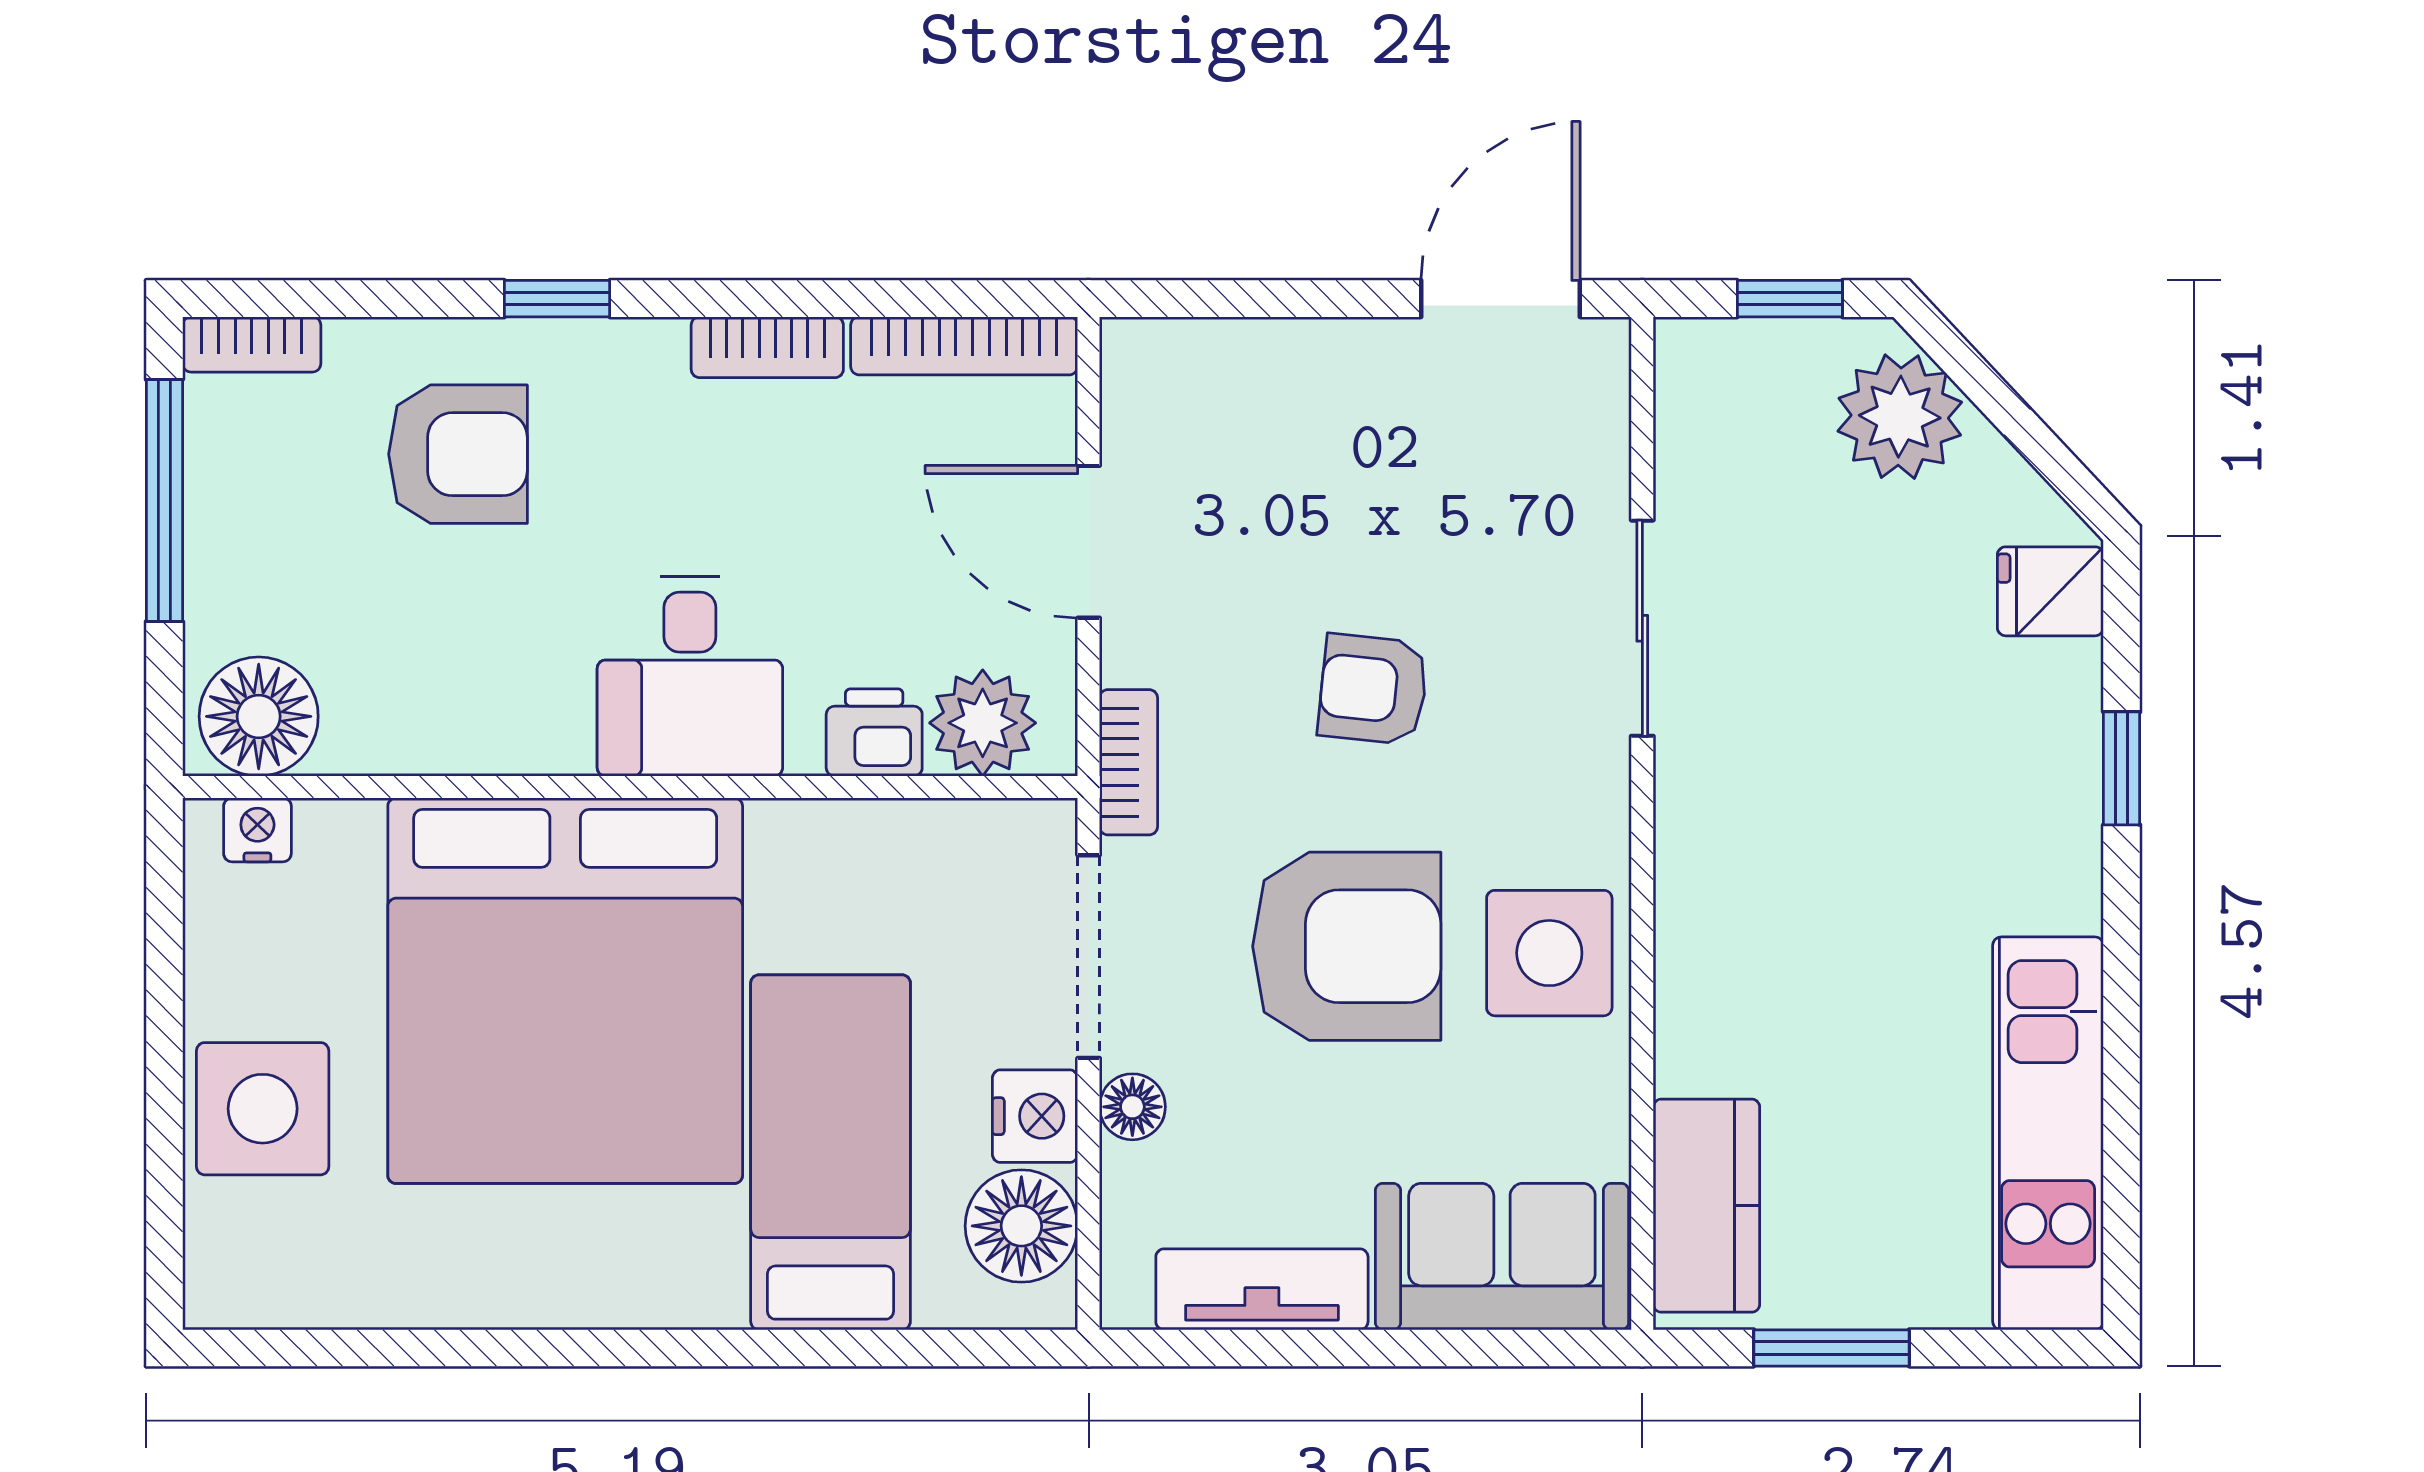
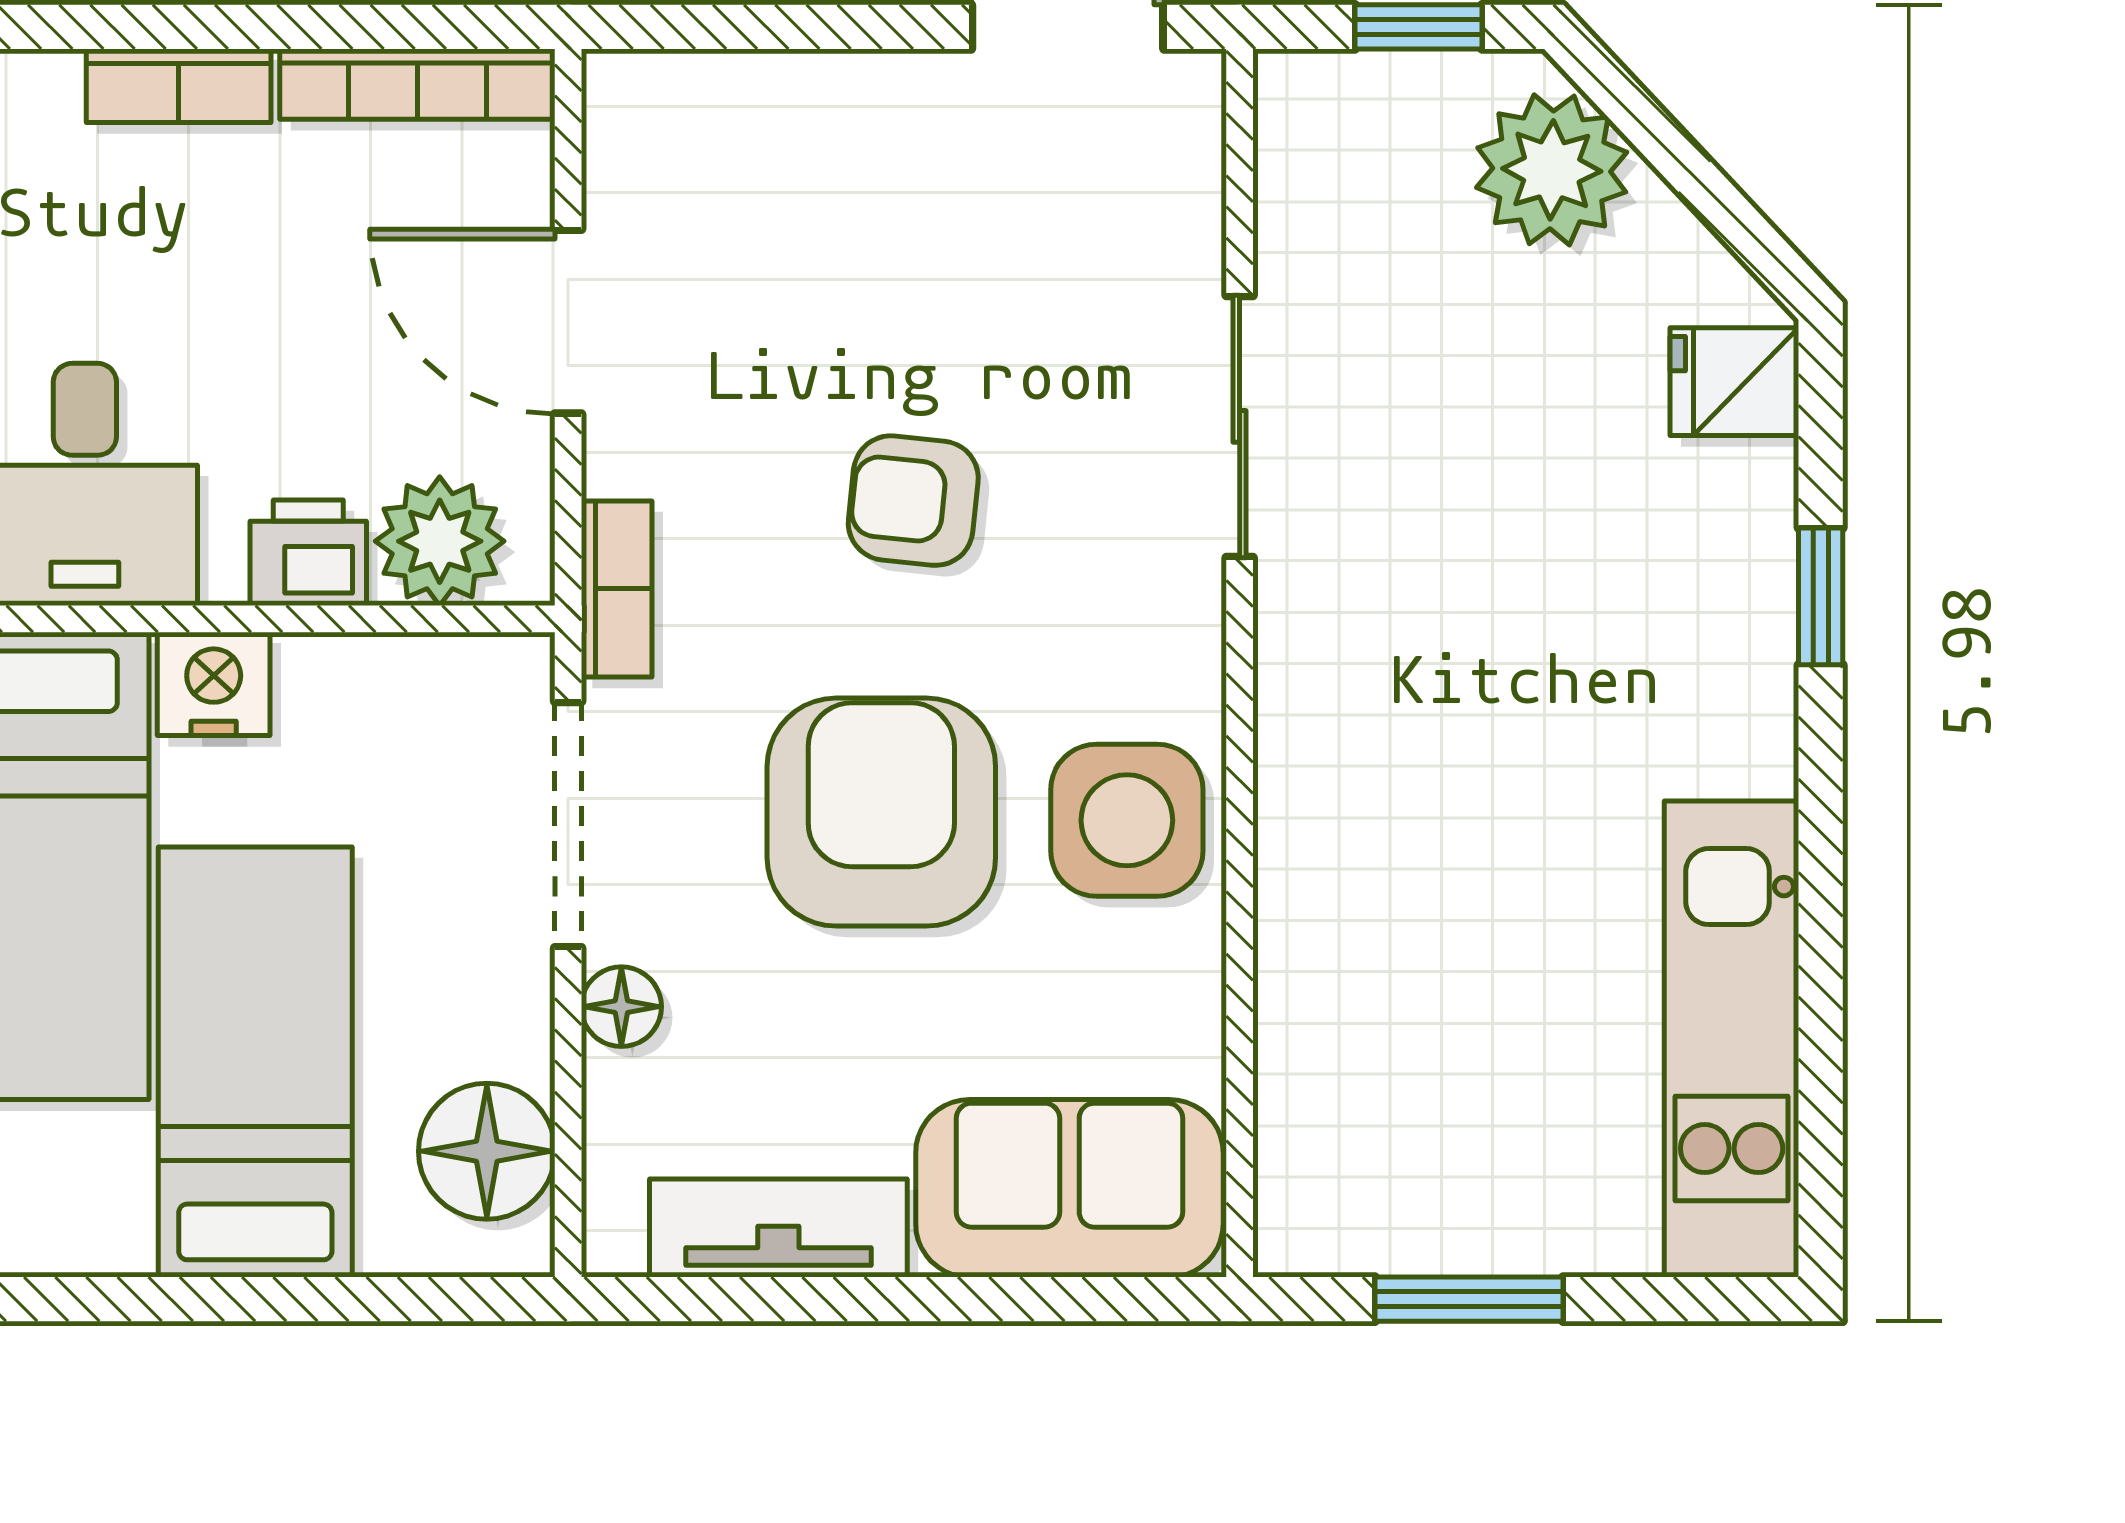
armchair: (1347, 946) -> (881, 812), turned -90
nightstand: (1035, 1116) -> (214, 684), moved, turned -90
kitchen counter: (1706, 1206) -> (1317, 1127), removed

